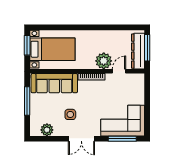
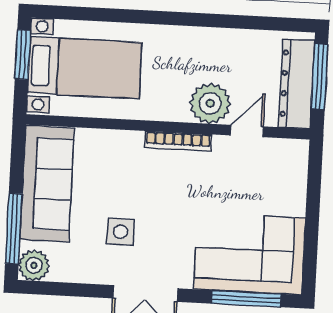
sofa: (54, 83) -> (47, 184), moved, turned -90
window: (27, 101) -> (14, 229), moved
plant: (47, 130) -> (34, 265), moved

